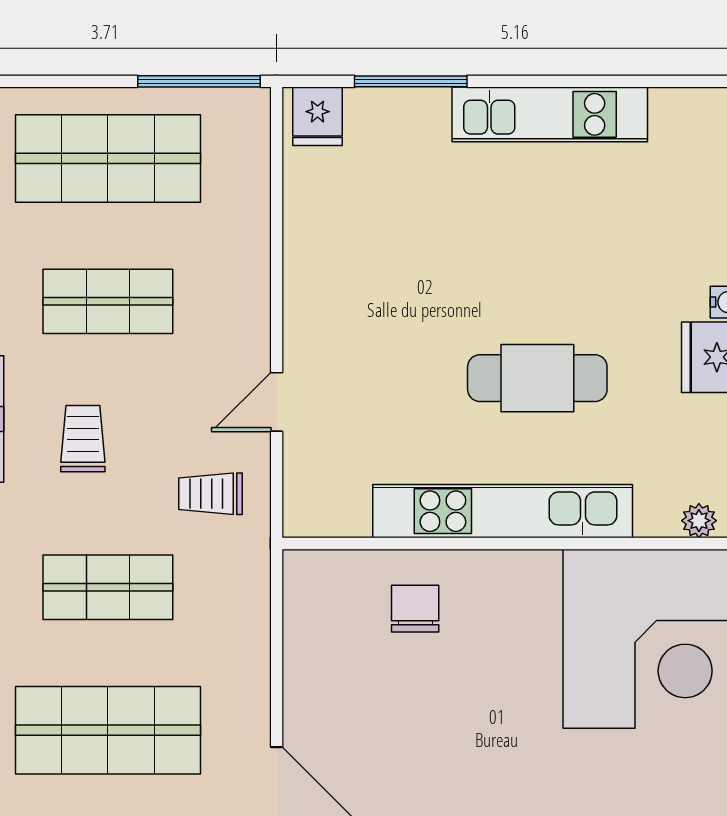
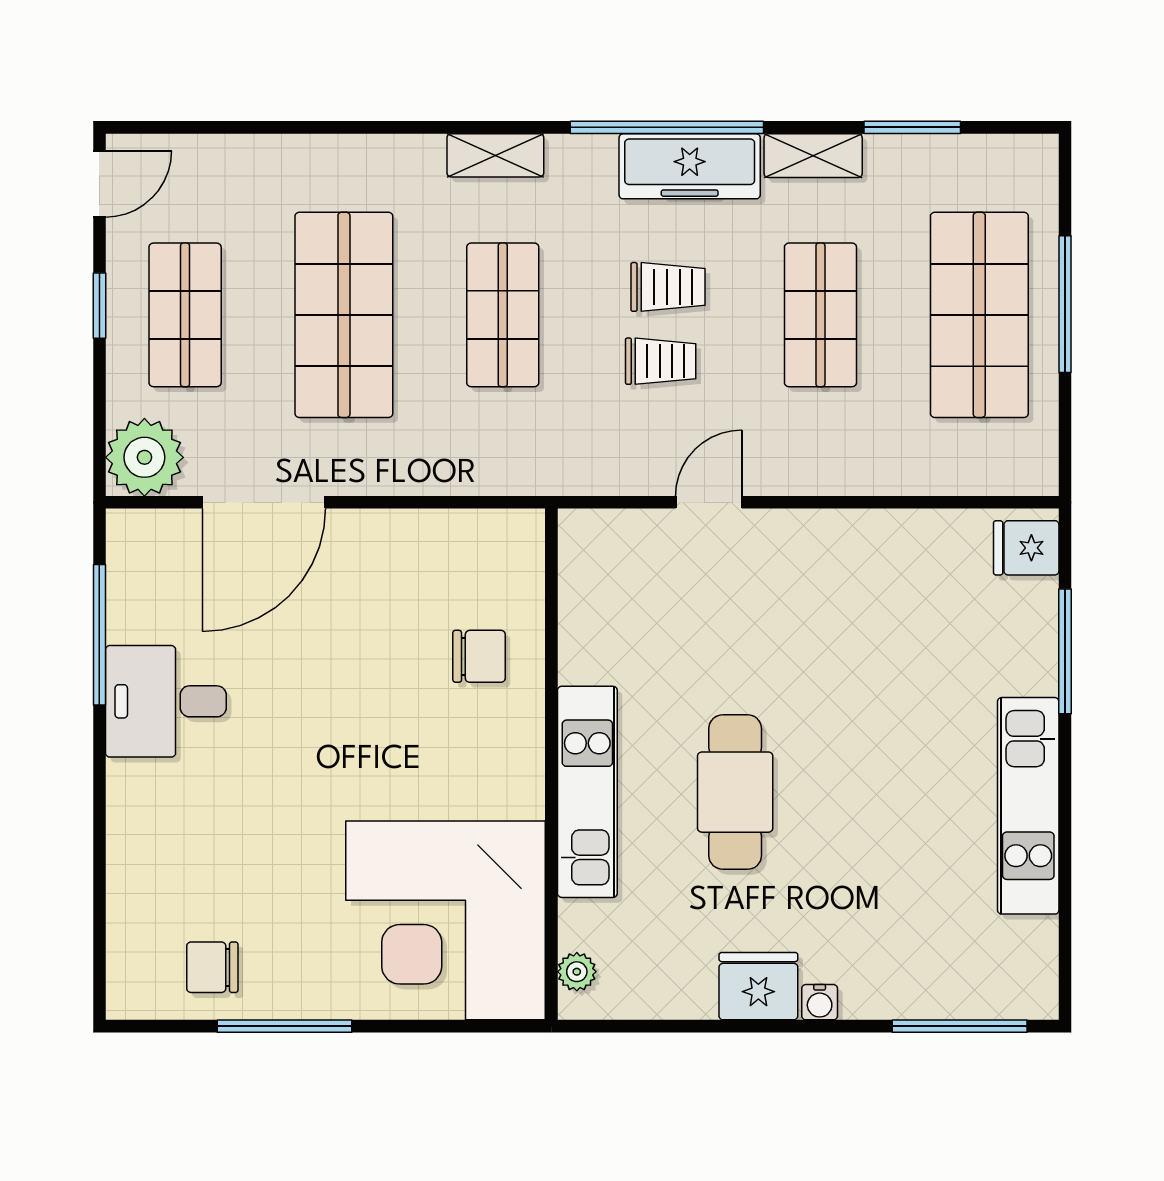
window: (199, 81) -> (1065, 304), moved
door: (277, 402) -> (709, 502), hinge flipped
trolley: (210, 494) -> (661, 361), moved, turned 90
kitchen unit: (503, 511) -> (587, 792), width x0.73

